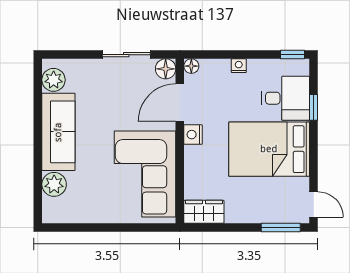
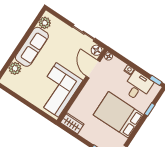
desk: (286, 98) -> (138, 86), moved, turned -90
door: (180, 103) -> (93, 69), hinge flipped
nightstand: (193, 135) -> (90, 87), removed

